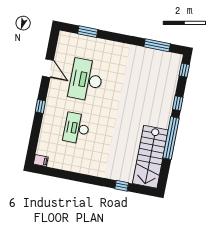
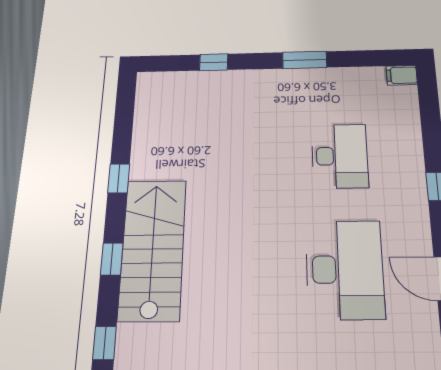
window: (171, 138) -> (119, 178), width x0.32
stairs: (150, 157) -> (153, 249), moved
window: (81, 178) -> (305, 60), added

